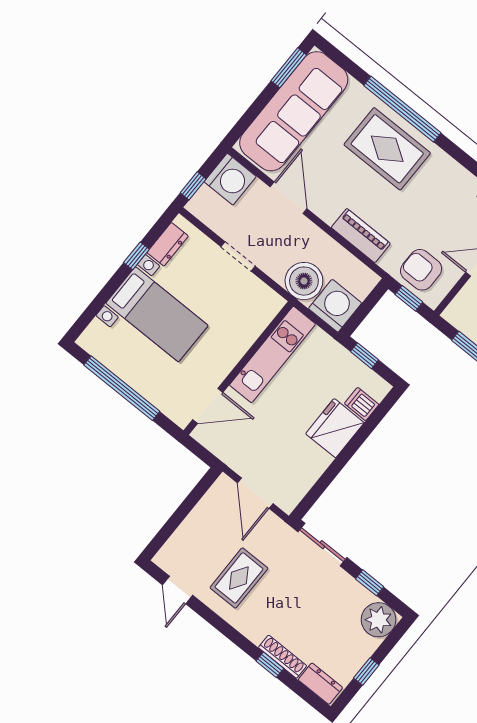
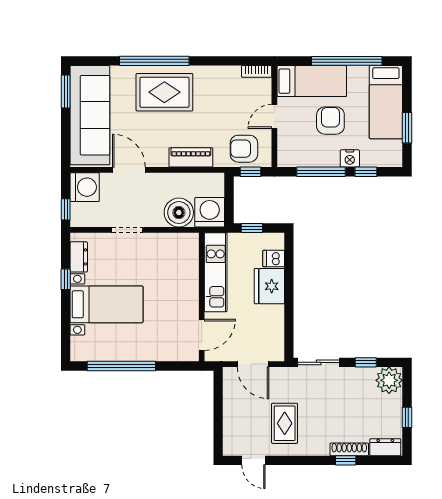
kitchen unit: (272, 354) -> (216, 272), moved
wall: (238, 368) -> (202, 297), moved
door: (208, 406) -> (202, 335), moved

